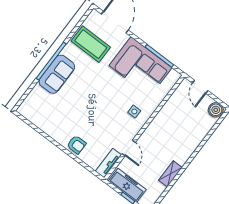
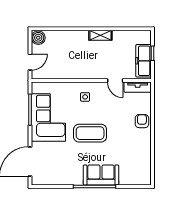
coffee table: (91, 44) -> (90, 133), moved, turned 90
door: (129, 148) -> (115, 81), swing flipped
shelving: (170, 174) -> (100, 35), moved

